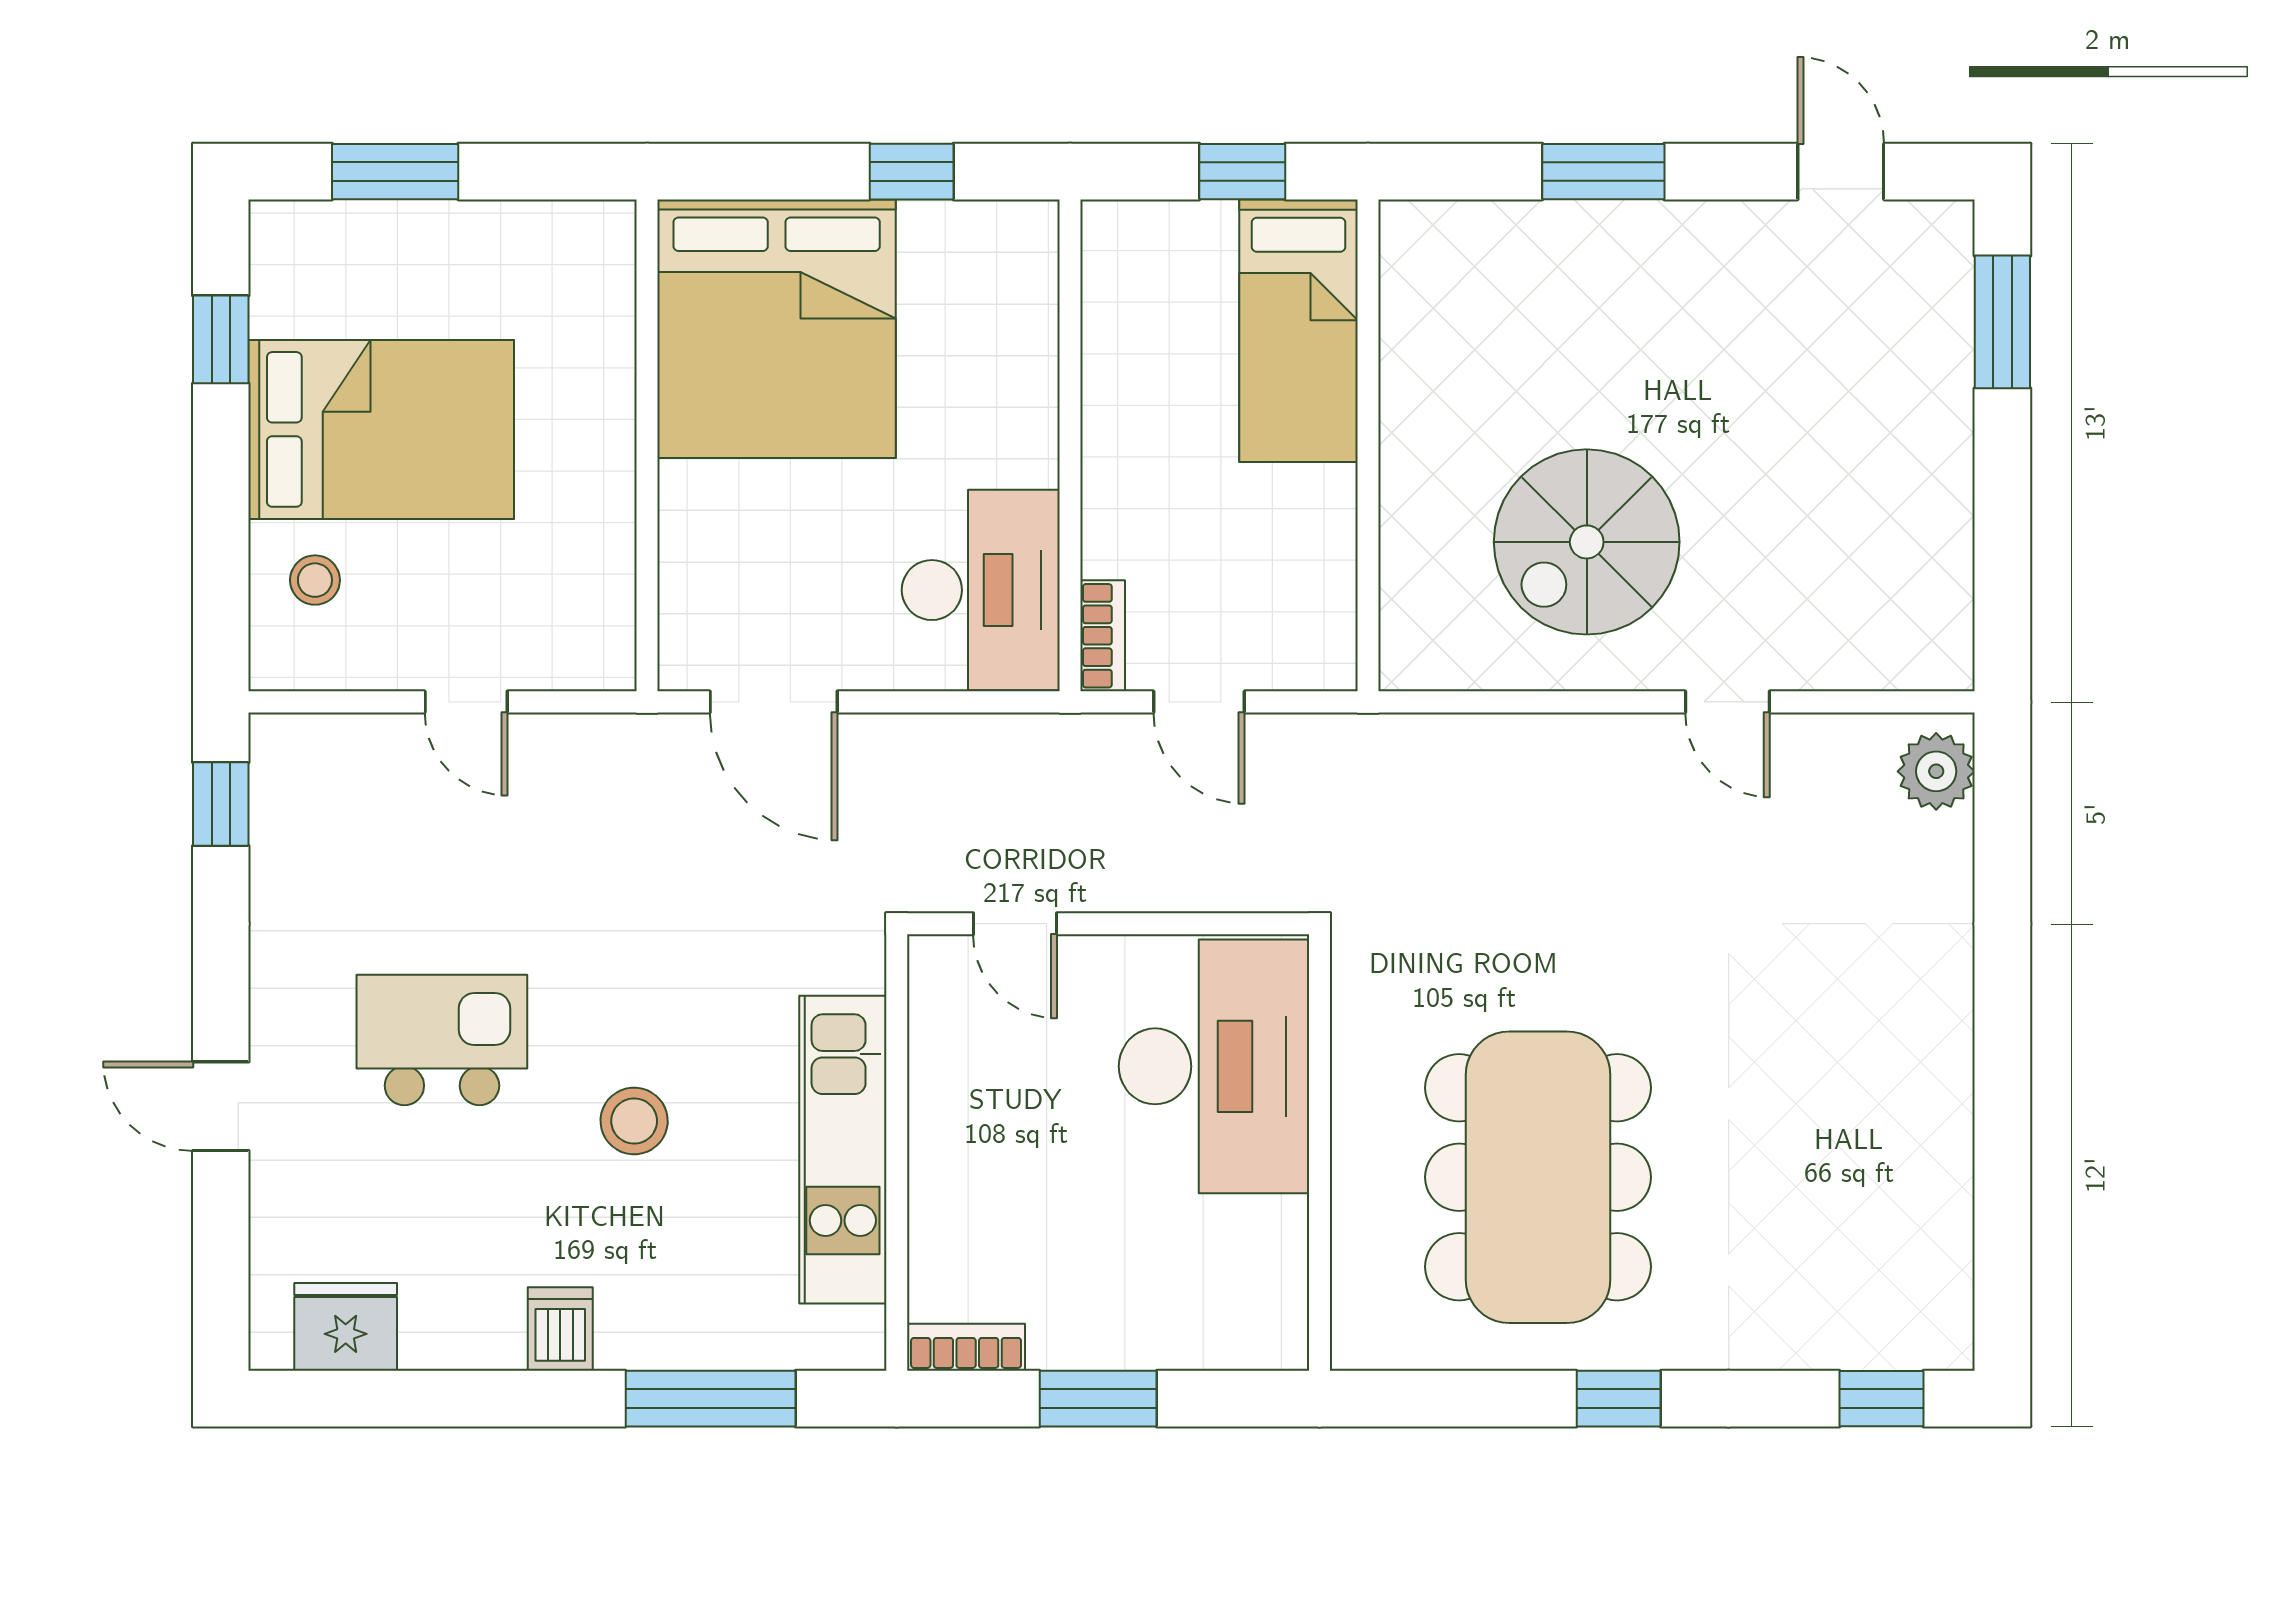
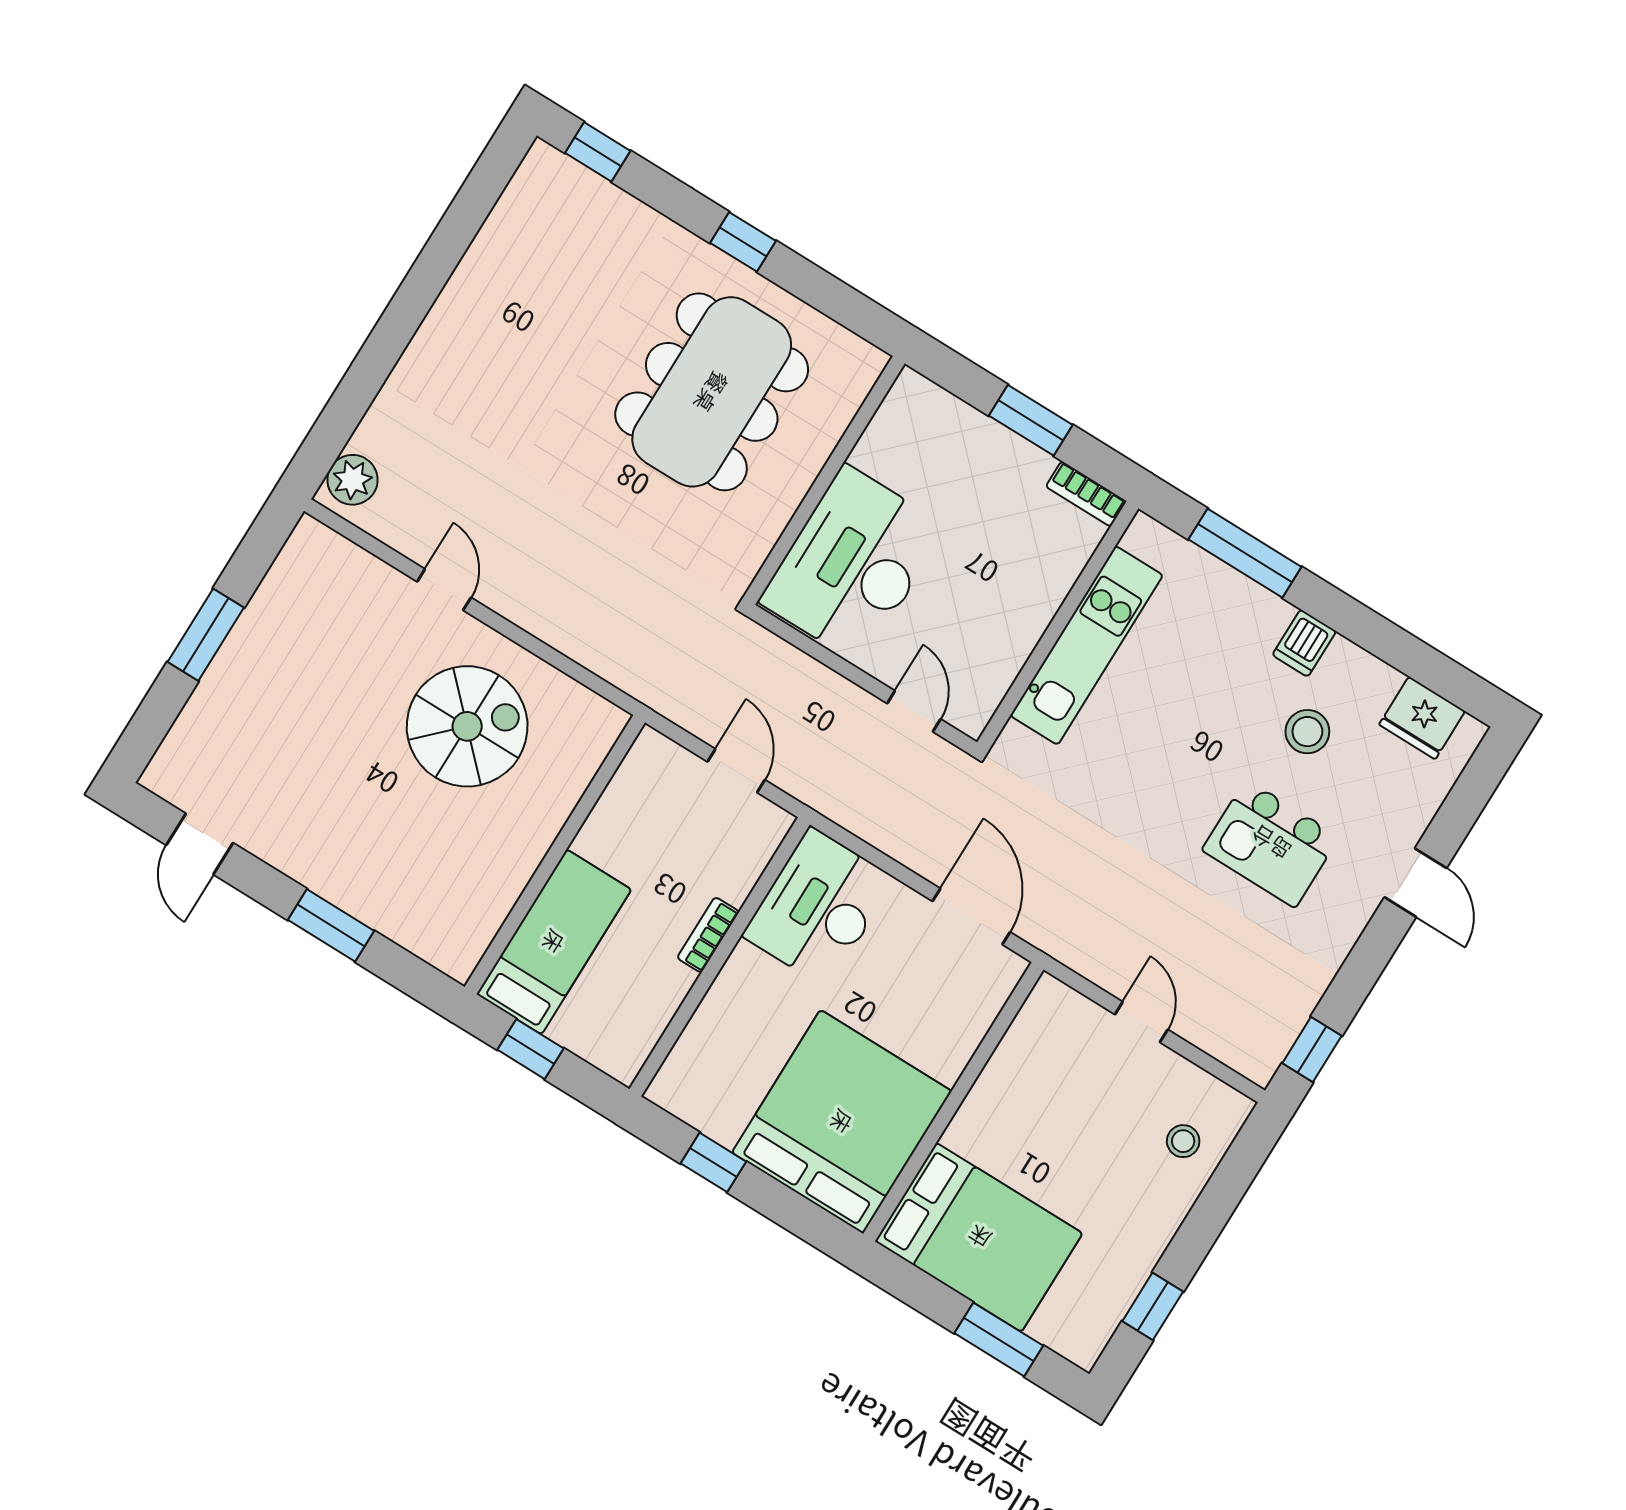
window: (2002, 322) -> (206, 635), moved
bed: (381, 429) -> (979, 1237), moved, turned 180
bookcase: (1103, 636) -> (708, 935), moved
stool: (634, 1121) -> (1307, 732), moved

